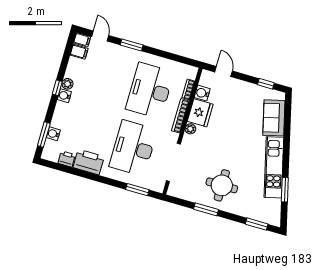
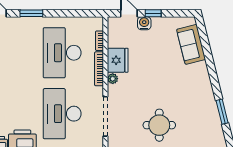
window: (266, 84) -> (153, 13), moved
water cooler: (202, 93) -> (144, 23), moved, turned 90
kitchen unit: (274, 167) -> (205, 93), removed

